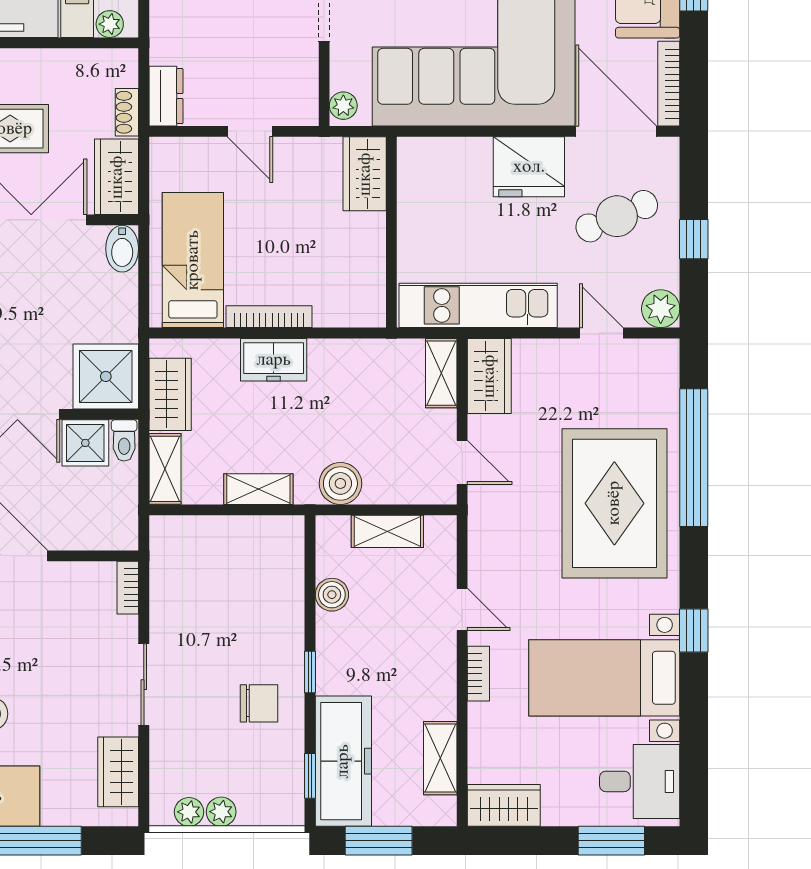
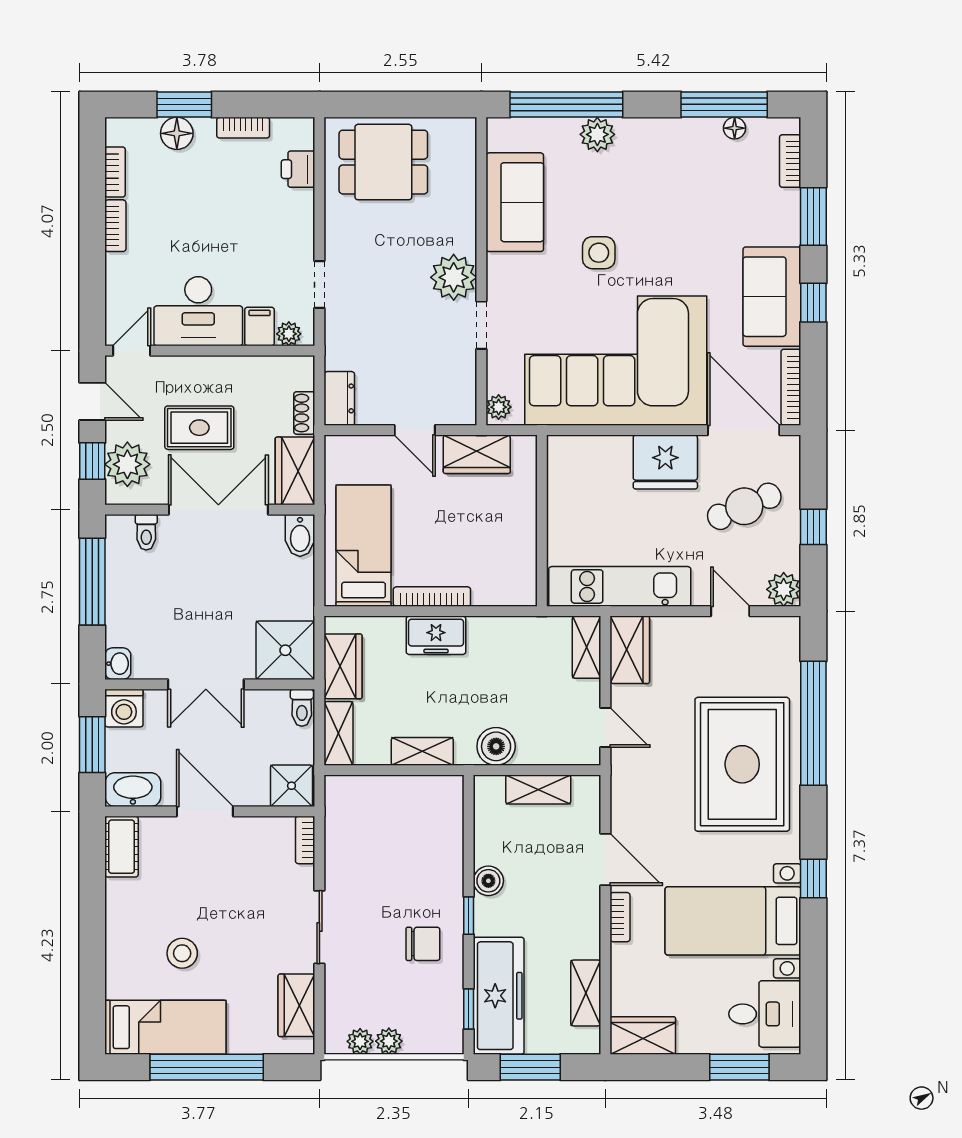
wardrobe: (365, 174) -> (477, 454), moved, turned -90
shower: (85, 443) -> (291, 786), moved
boiler: (332, 595) -> (488, 881), moved
door: (462, 609) -> (605, 859), width x1.38

